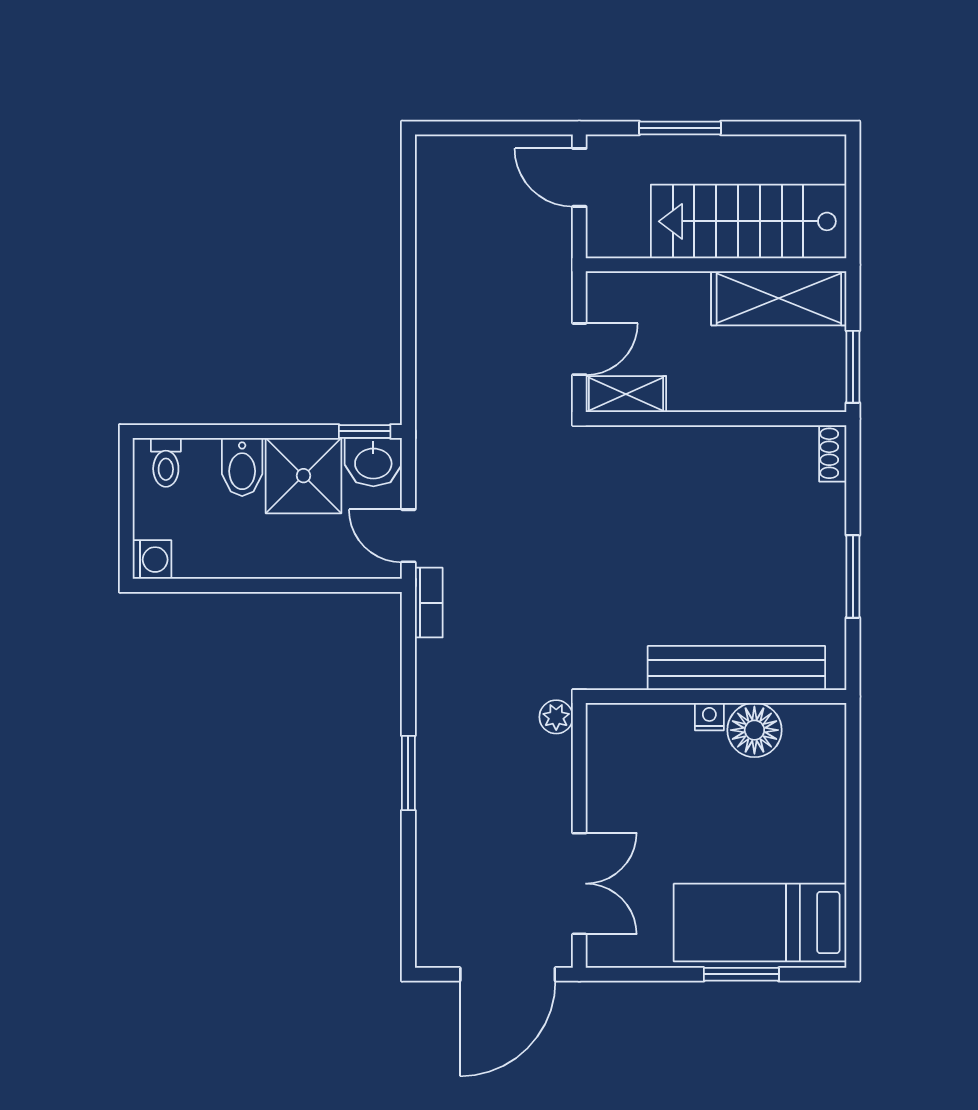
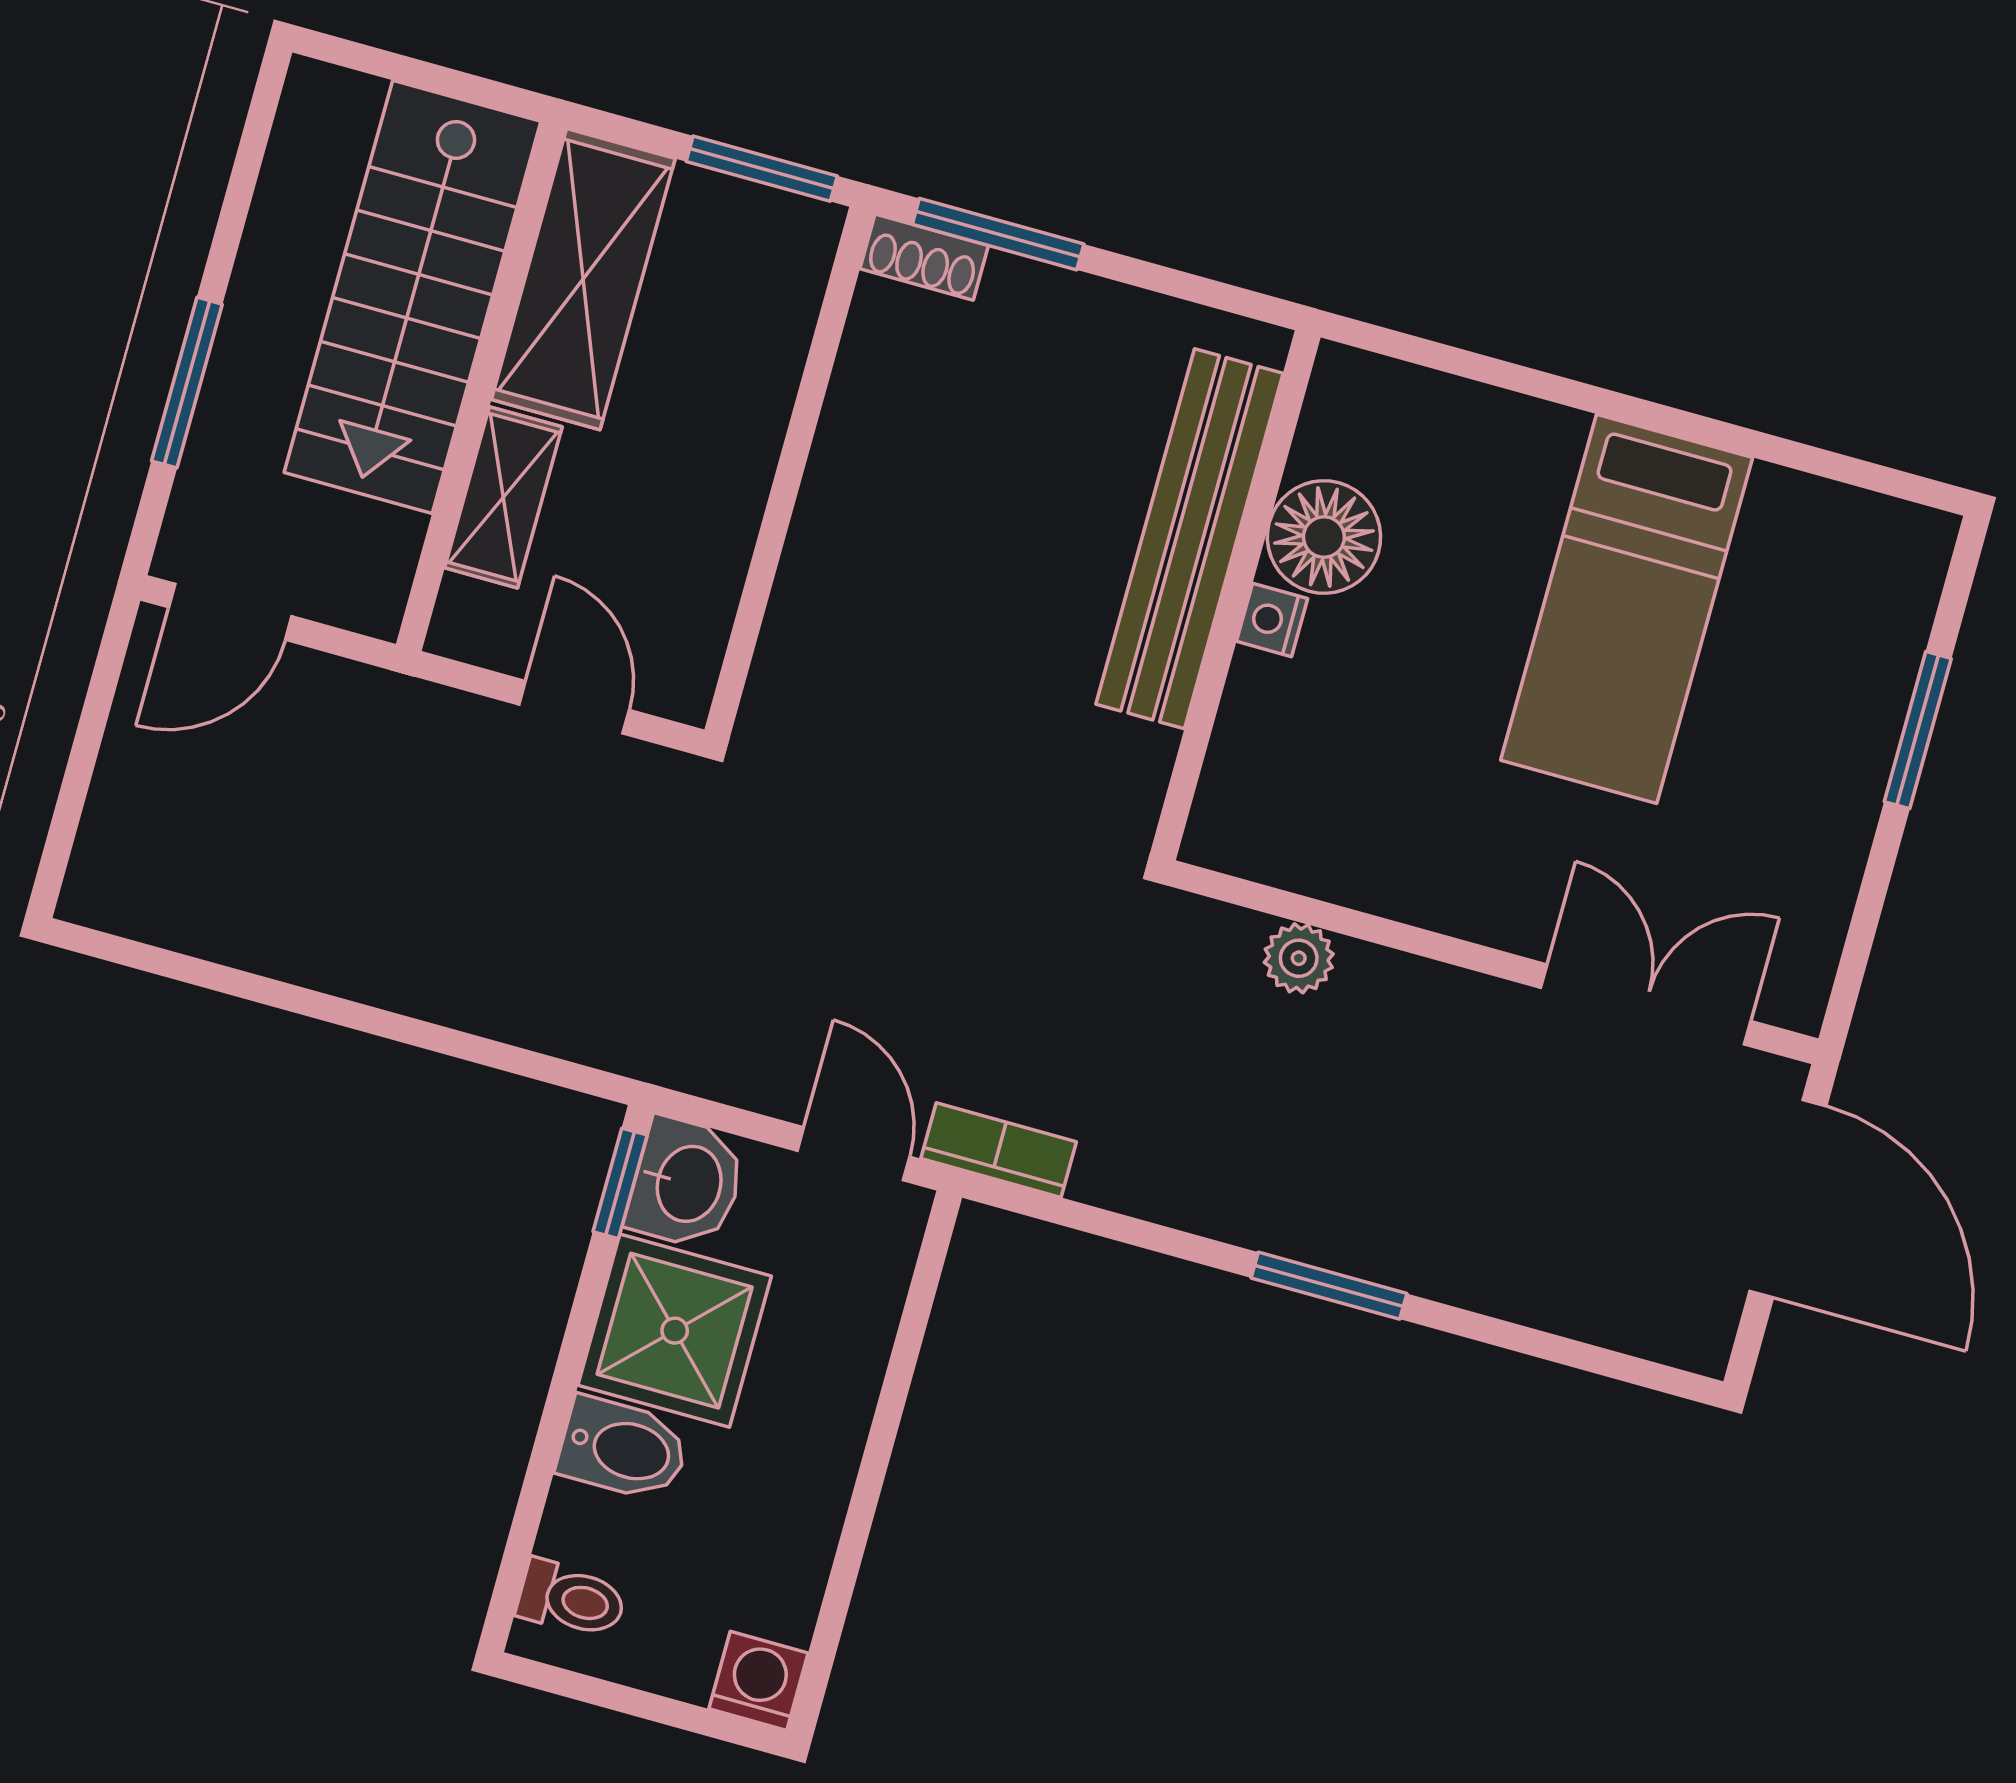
shelving: (626, 394) -> (503, 497), moved
door: (408, 536) -> (854, 1154), swing flipped
window: (853, 576) -> (998, 234), moved
bench: (736, 668) -> (1189, 539), moved
wall: (716, 696) -> (1235, 595), moved
nightstand: (709, 717) -> (1272, 620), moved
floor lamp: (754, 730) -> (1324, 537), moved
bed: (760, 923) -> (1627, 609), moved

